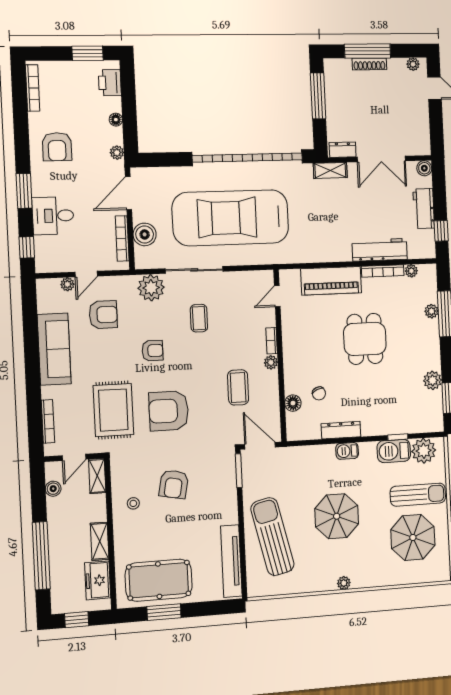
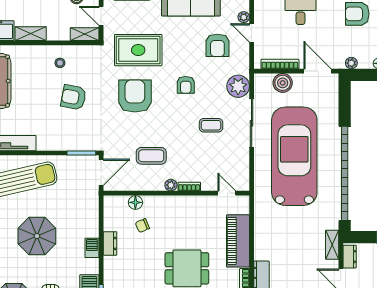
dresser: (341, 430) -> (110, 243), width x0.70

